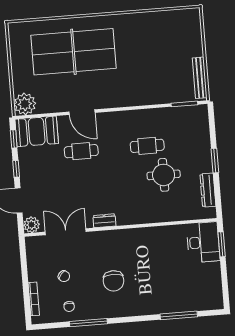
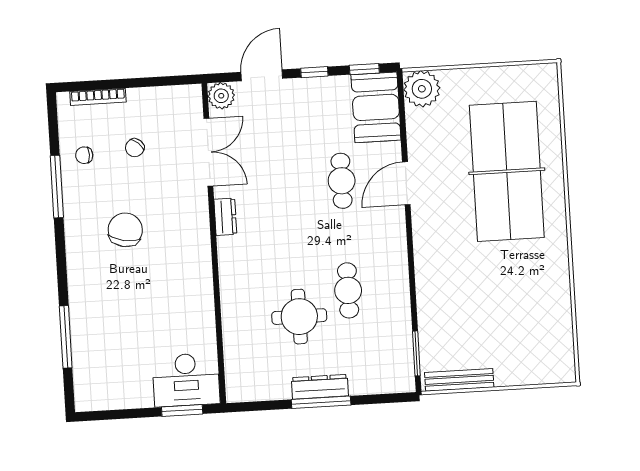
window: (215, 161) -> (321, 402), width x1.44
dresser: (208, 190) -> (320, 387), moved
chair: (114, 281) -> (125, 230), turned 101

